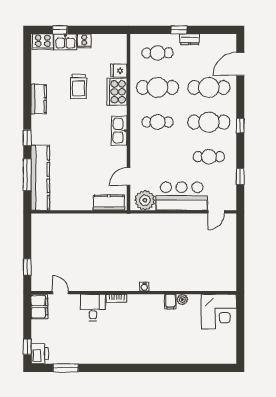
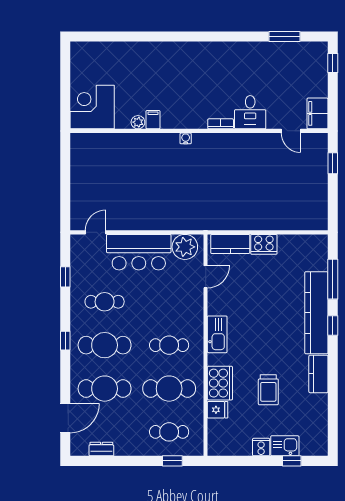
window: (179, 30) -> (172, 461), moved
dresser: (190, 39) -> (101, 449), moved
cooker: (43, 42) -> (264, 244), moved, turned 180
trolley: (78, 87) -> (268, 390), turned 180
kitchen counter: (40, 178) -> (316, 313), moved
printer: (40, 354) -> (317, 54), removed

